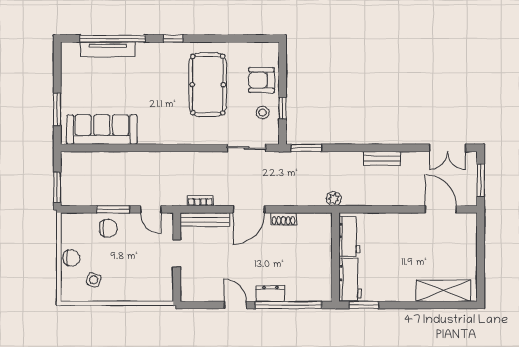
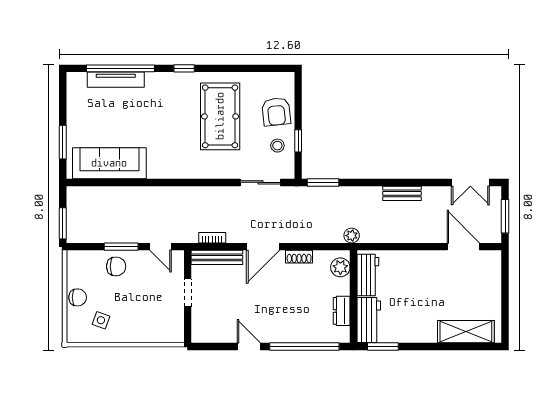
armchair: (262, 80) -> (276, 112), turned -96
plant: (323, 229) -> (340, 267), added
dresser: (270, 294) -> (342, 311), moved, turned -90

